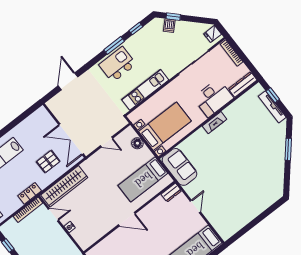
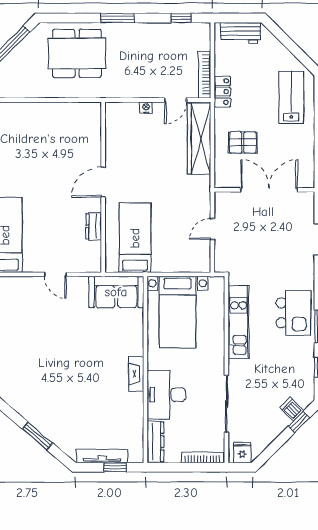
double door: (71, 139) -> (269, 190), moved
floor lamp: (137, 143) -> (183, 264), removed
pallet: (48, 162) -> (243, 142), turned 90
dresser: (171, 193) -> (94, 226), moved

